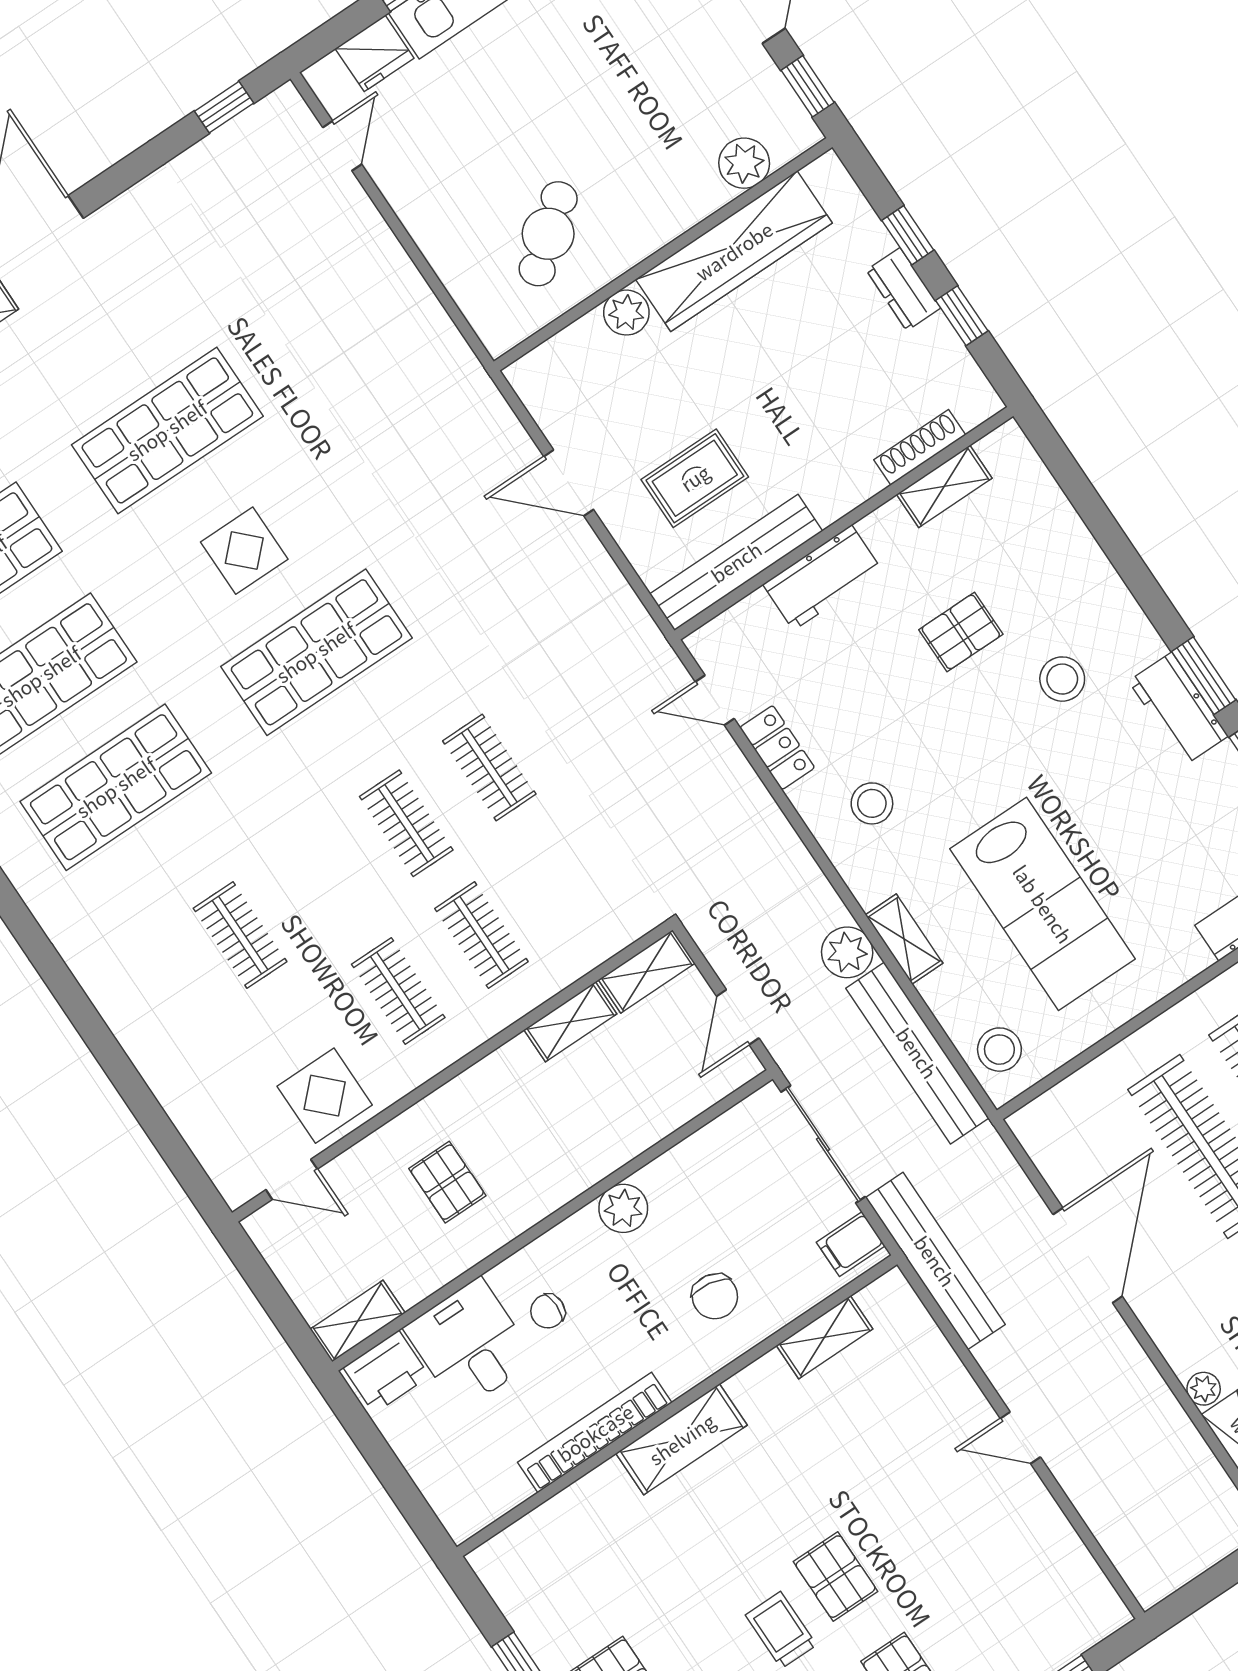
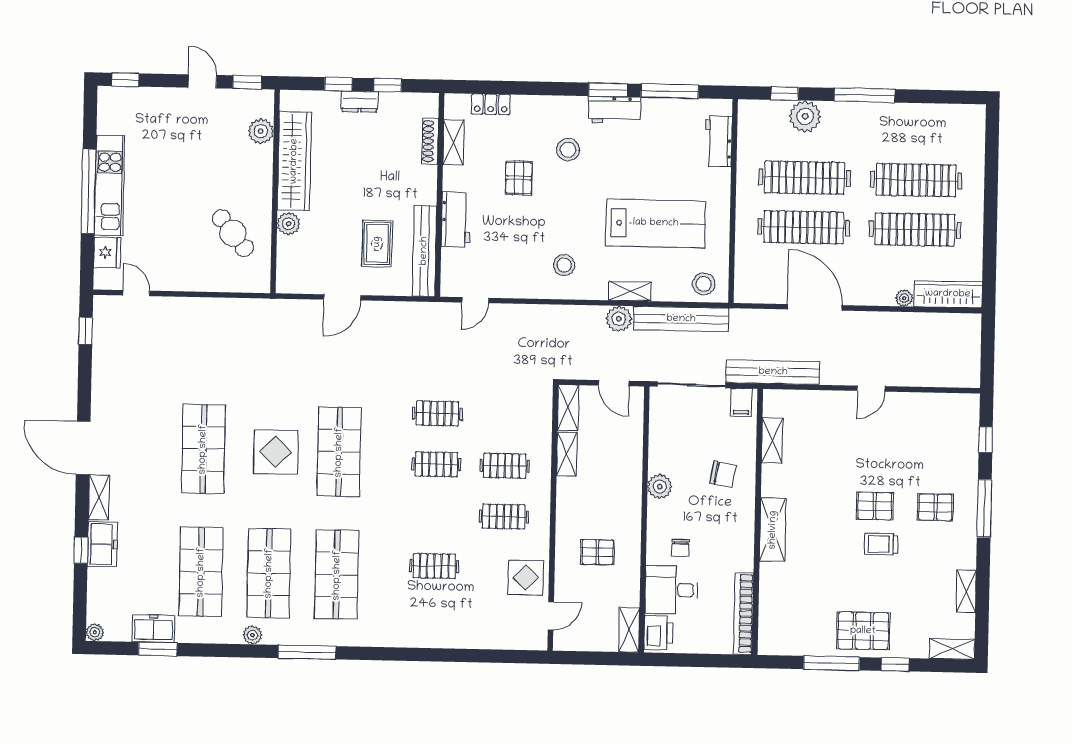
display table: (244, 551) -> (276, 452), width x1.36, depth x1.36
locker: (777, 748) -> (491, 104), moved, turned 180
bookcase: (595, 1433) -> (744, 614), moved

